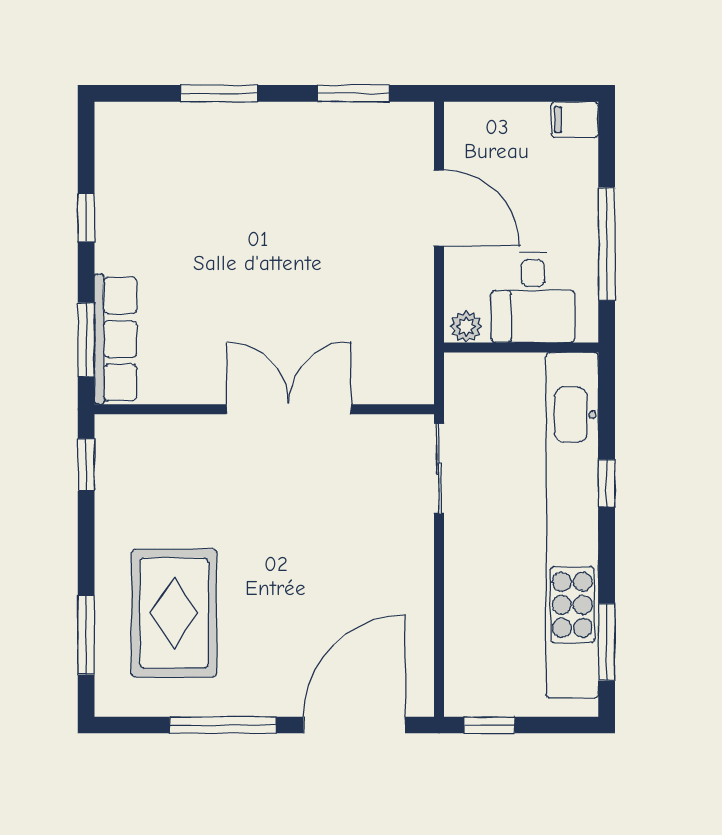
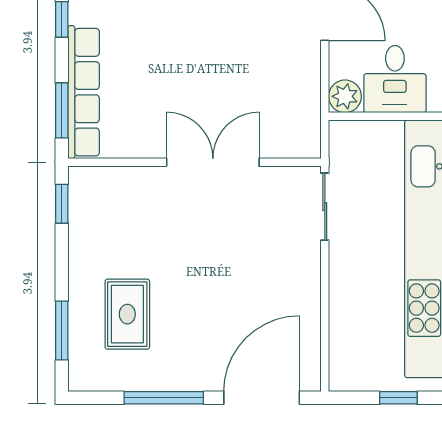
plant: (466, 327) -> (345, 96), width x1.38, depth x1.38
row of seats: (116, 339) -> (84, 92), width x1.36
rug: (174, 613) -> (127, 314), width x0.73, depth x0.70
window: (489, 725) -> (398, 398), moved

